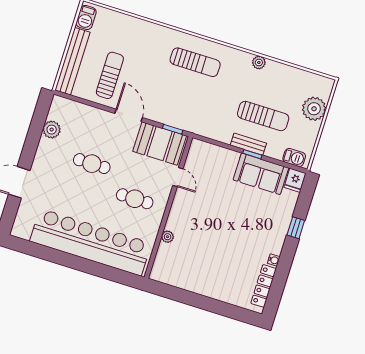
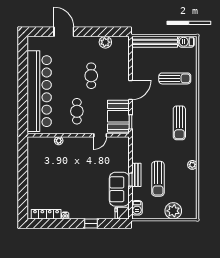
sun lounger: (110, 75) -> (175, 78), moved

